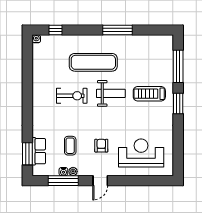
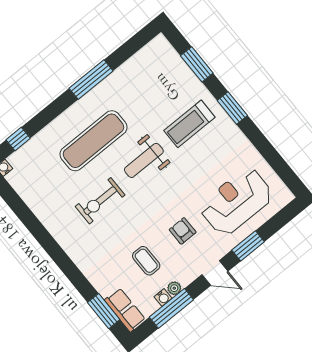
window: (178, 66) -> (197, 64), width x0.69
weight bench: (111, 93) -> (144, 160), turned 180
exercise bike: (72, 96) -> (100, 201), turned 180
row of seats: (39, 151) -> (125, 310), moved
door: (100, 181) -> (215, 273), hinge flipped
window: (129, 181) -> (248, 246), added

